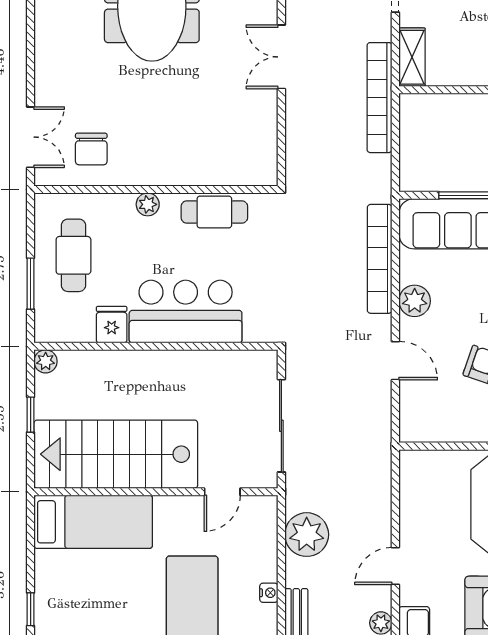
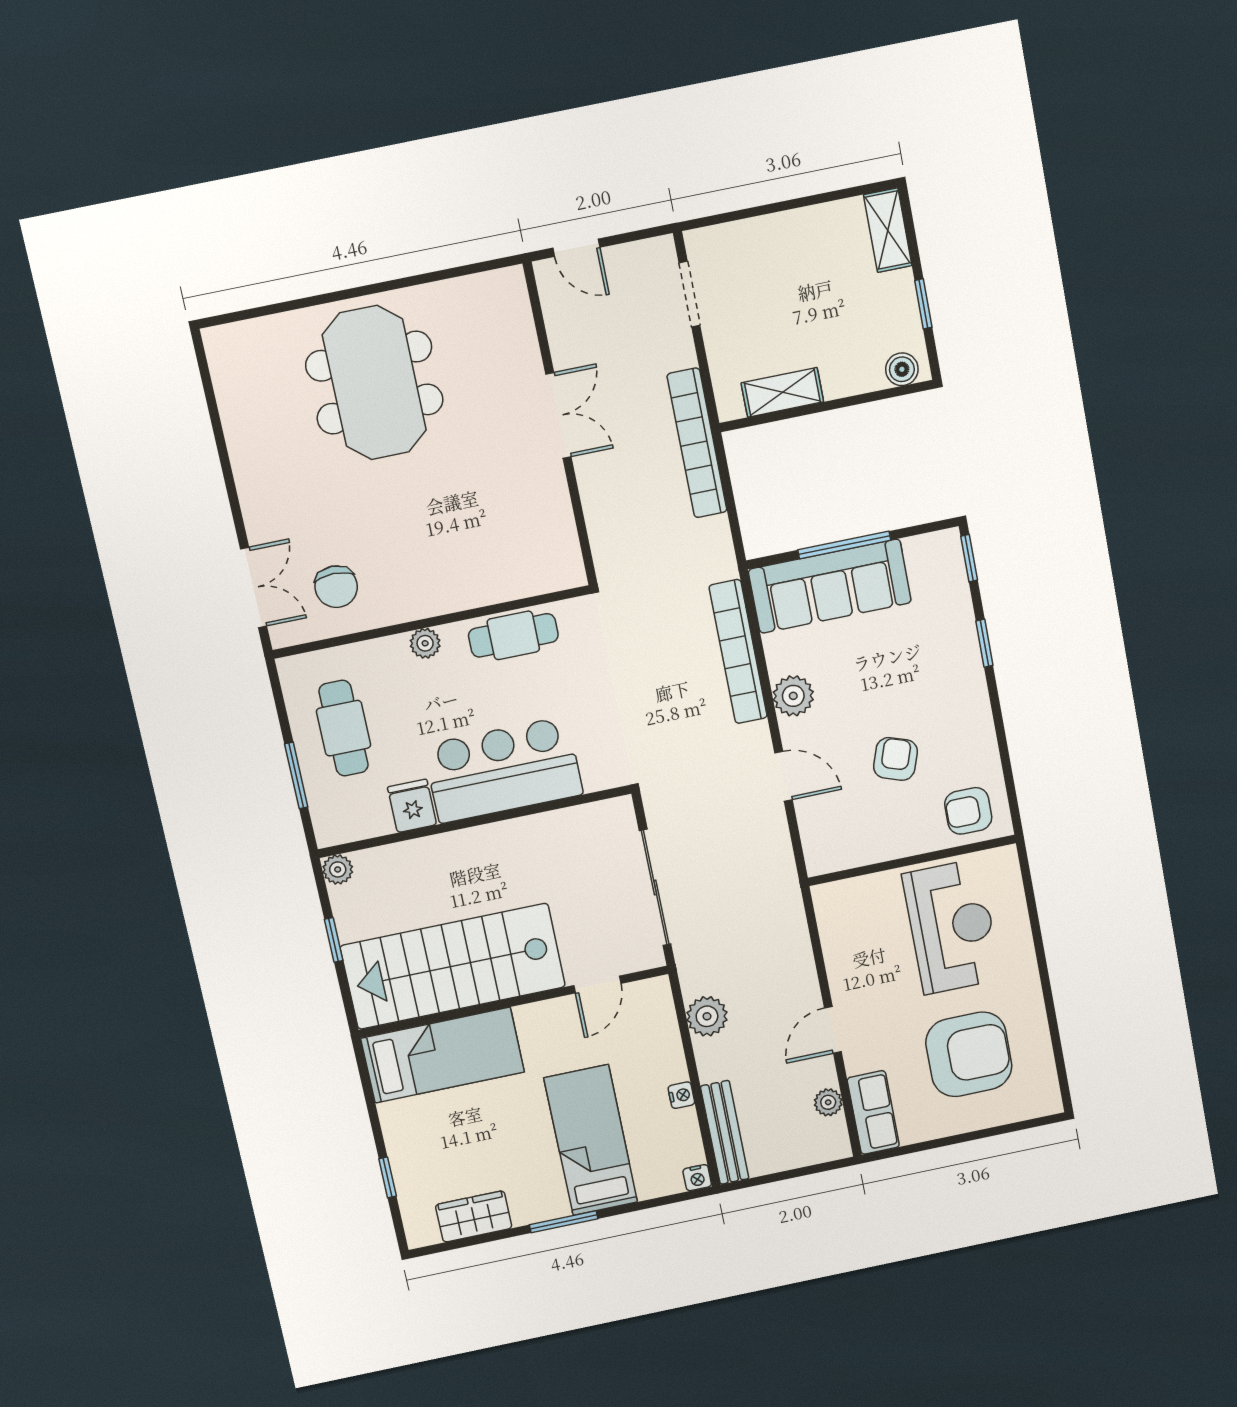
double door: (281, 57) -> (558, 415), swing flipped
shelving: (412, 57) -> (782, 392), moved, turned 90
plant: (307, 535) -> (707, 1016), width x0.73, depth x0.73

